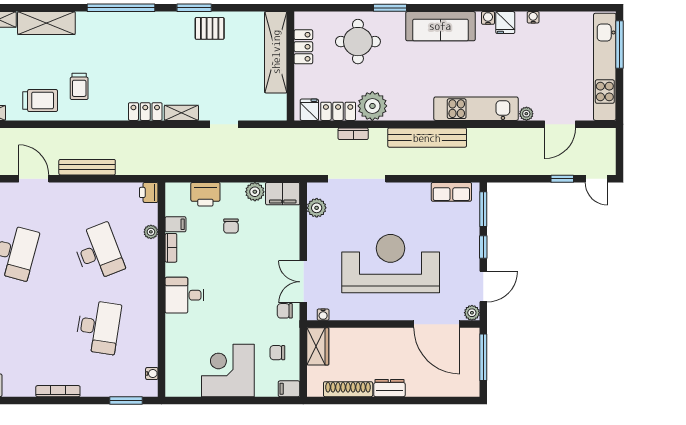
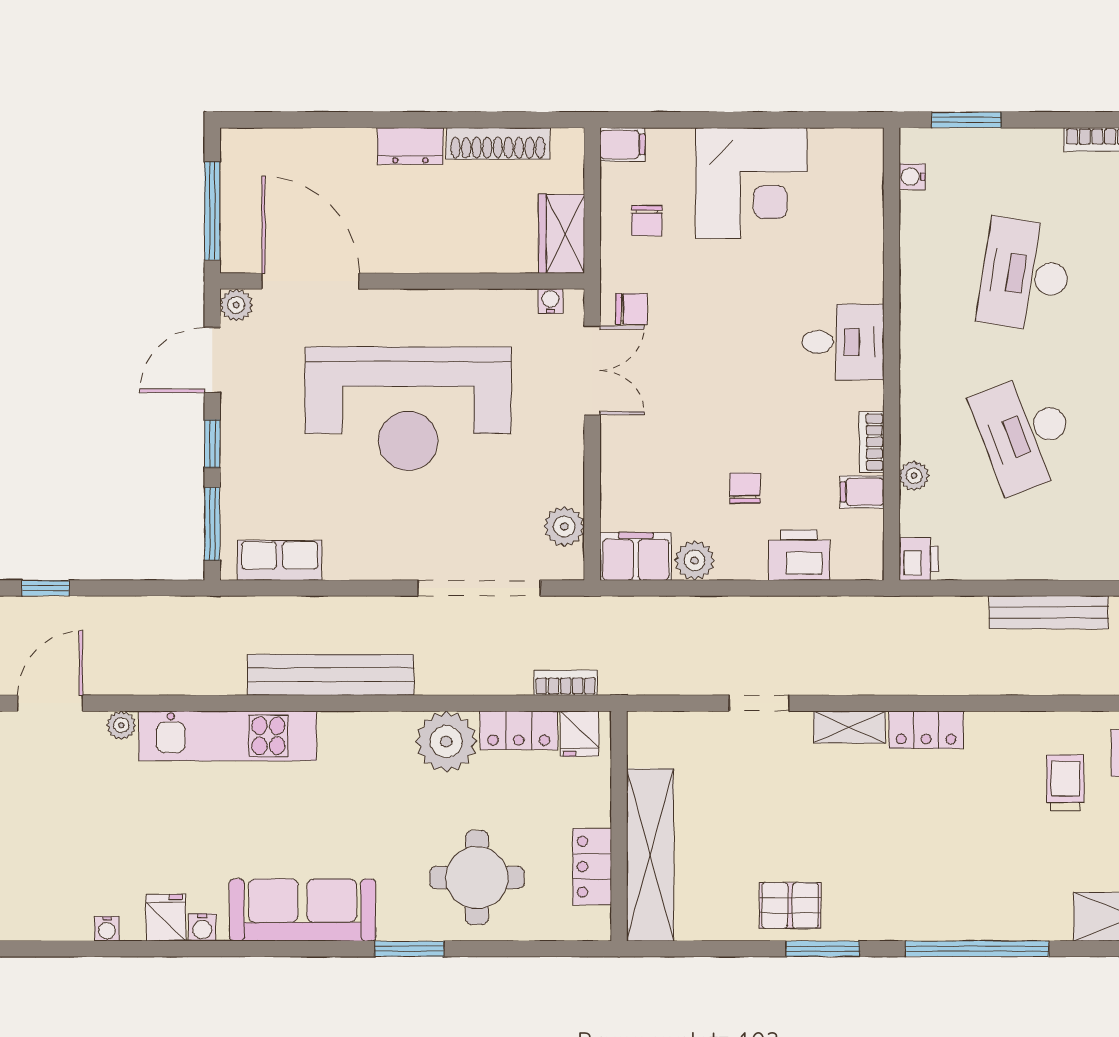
bookcase: (353, 134) -> (566, 683), moved
chair: (277, 353) -> (647, 221), turned 90

